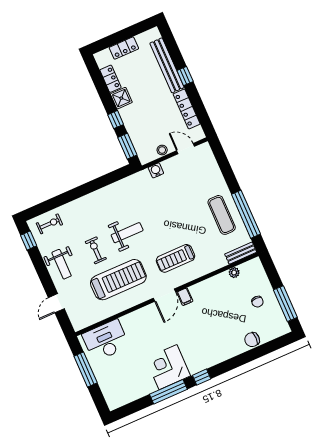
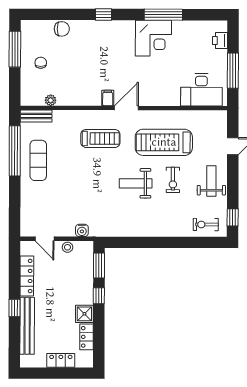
window: (202, 377) -> (104, 14), moved
printer: (109, 391) -> (220, 40), added

